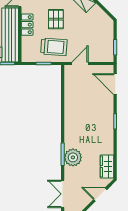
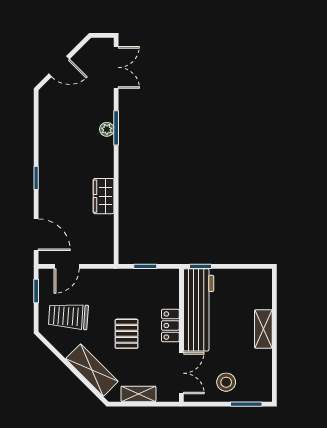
trolley: (54, 47) -> (68, 316), moved
door: (80, 63) -> (67, 266), moved
plant: (73, 157) -> (107, 129), width x0.53, depth x0.53
wardrobe: (107, 166) -> (104, 196), moved, turned 180

